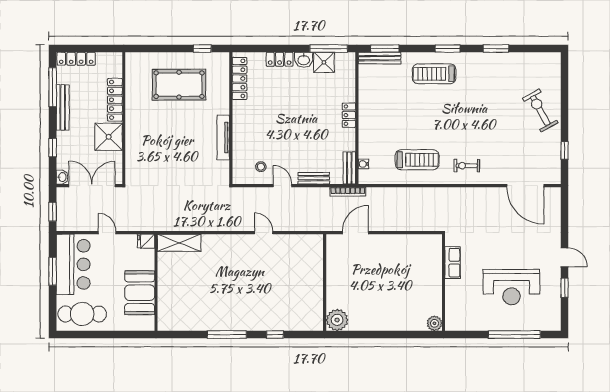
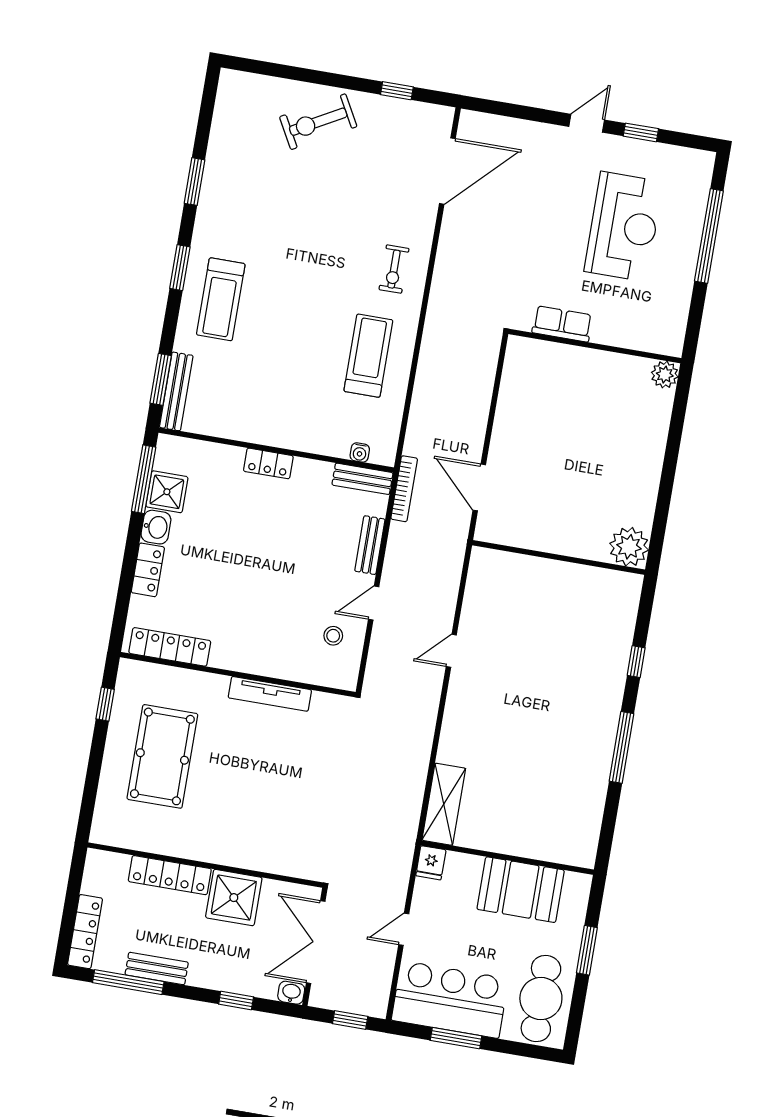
bench: (63, 107) -> (157, 969), width x0.73
window: (113, 335) -> (587, 950), added

